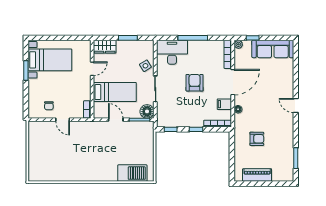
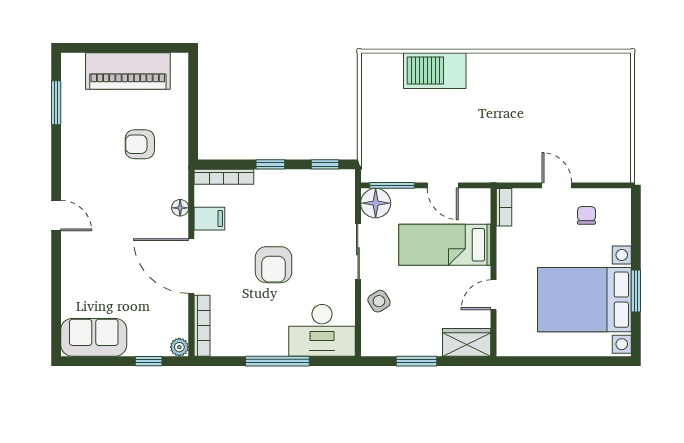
sofa: (273, 49) -> (94, 337), width x0.73
bed with nightstands: (50, 60) -> (584, 300), width x1.36
door: (233, 82) -> (191, 266), hinge flipped
barbecue: (132, 173) -> (435, 71), moved
piano: (257, 175) -> (128, 71), width x1.37, depth x1.33

